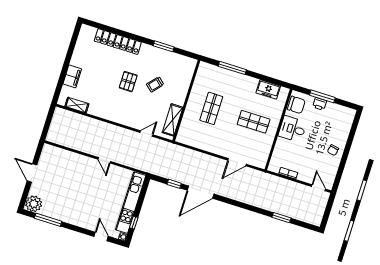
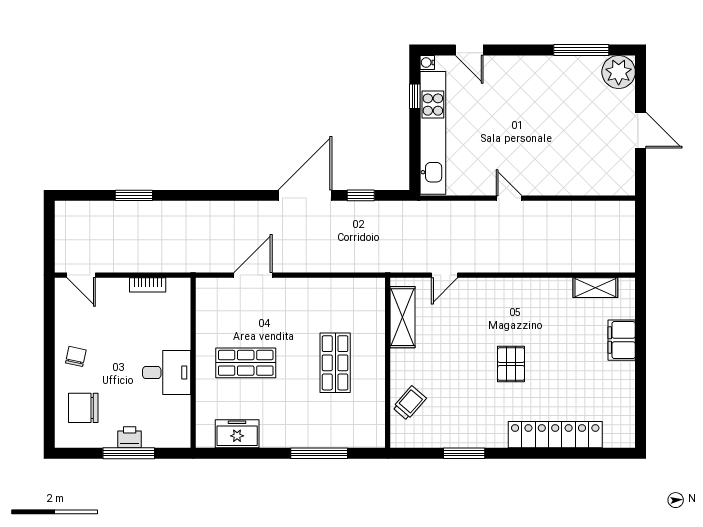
trolley: (155, 84) -> (409, 403), moved
chair: (296, 105) -> (83, 408), moved

